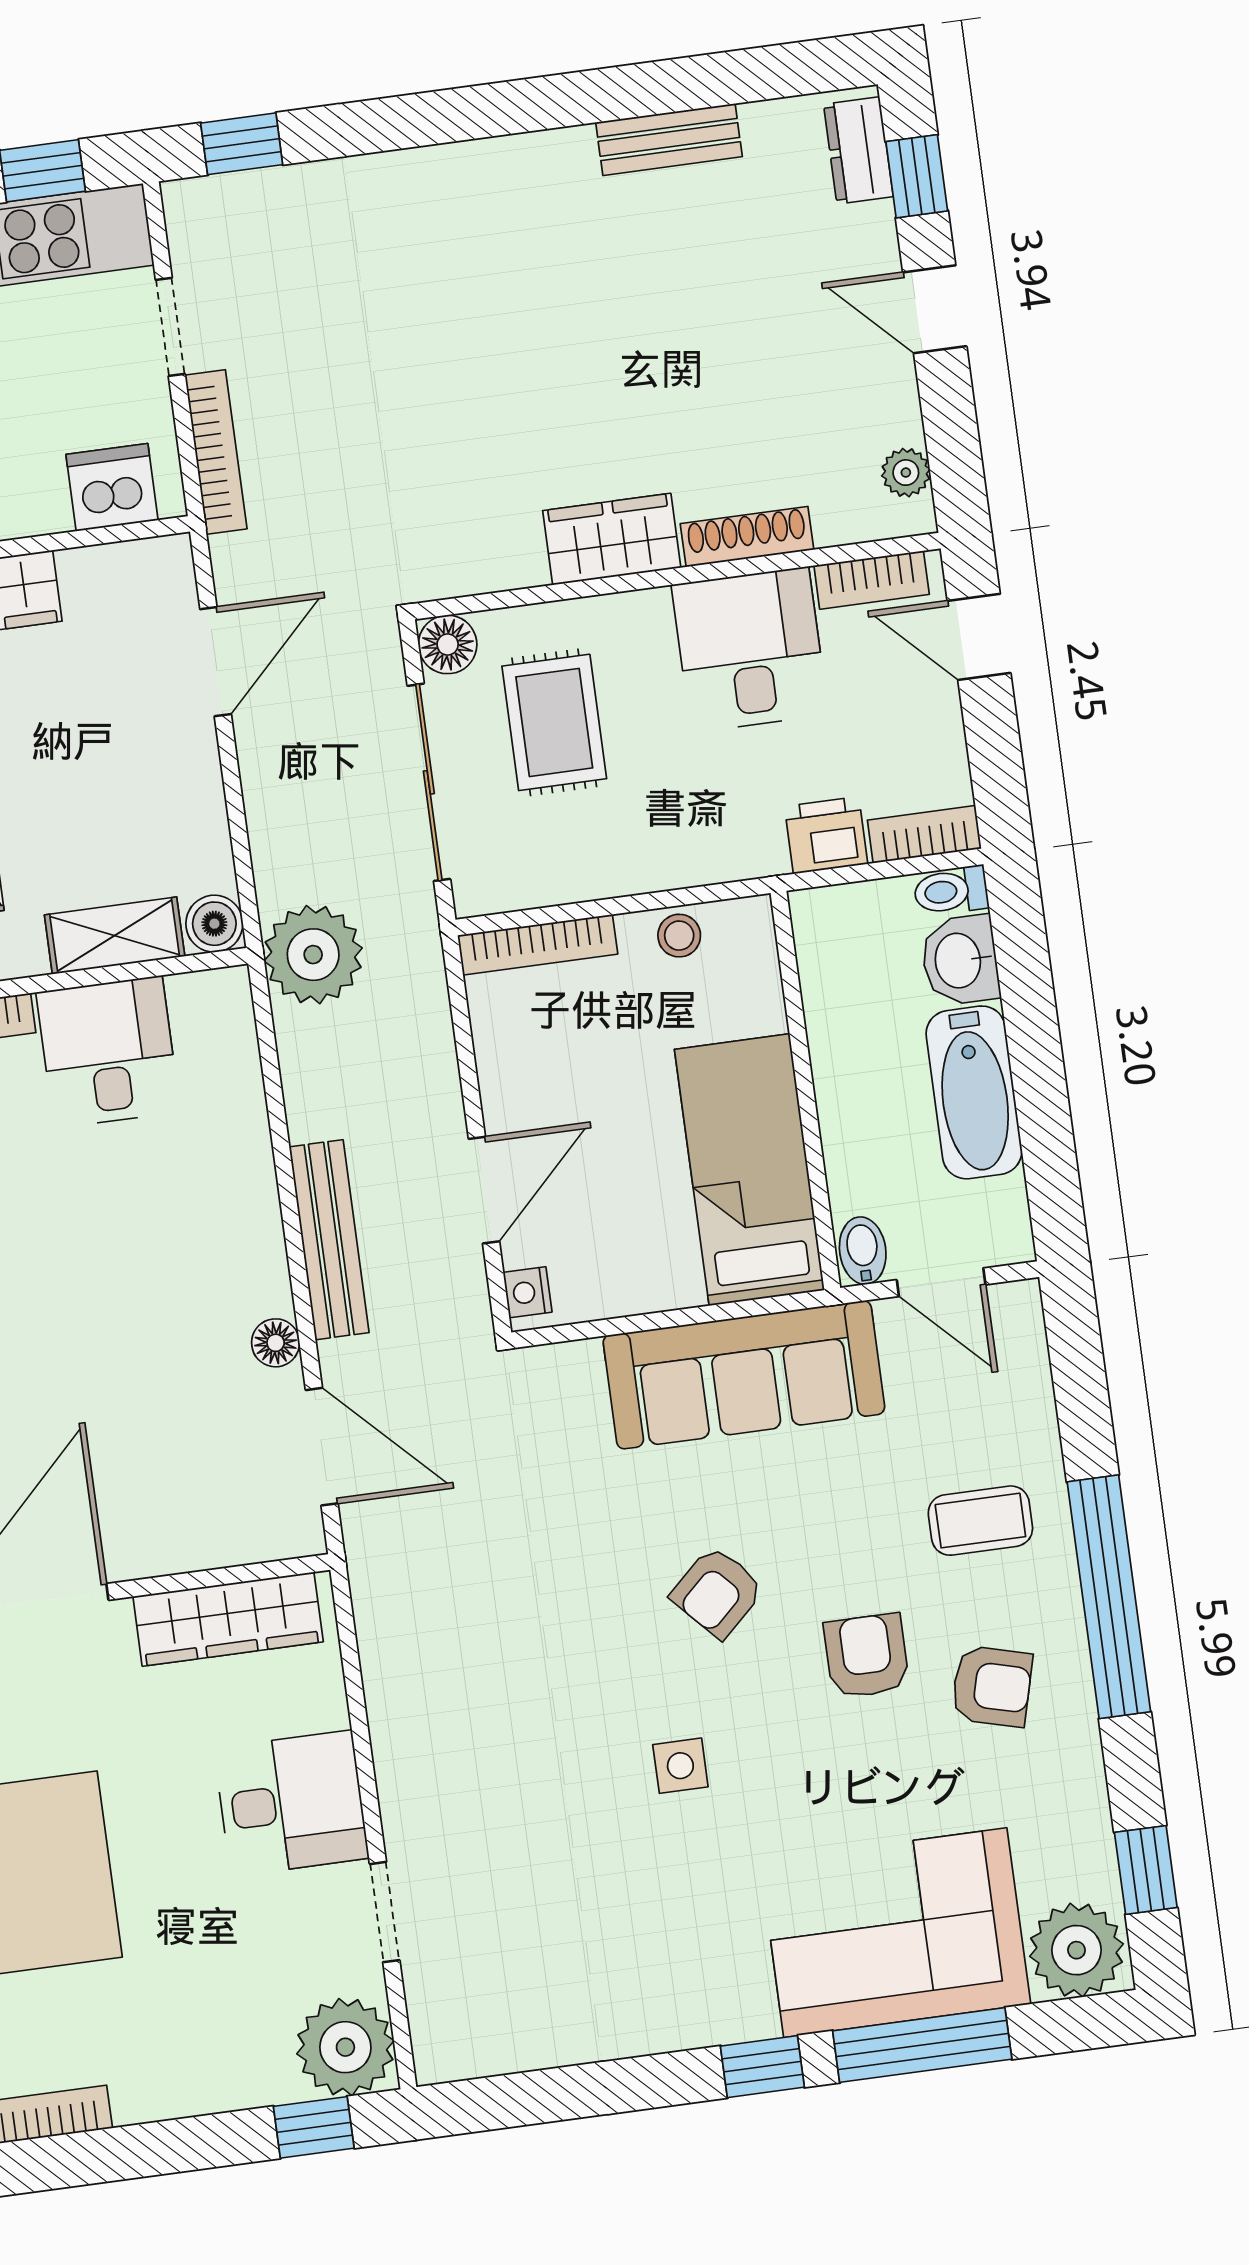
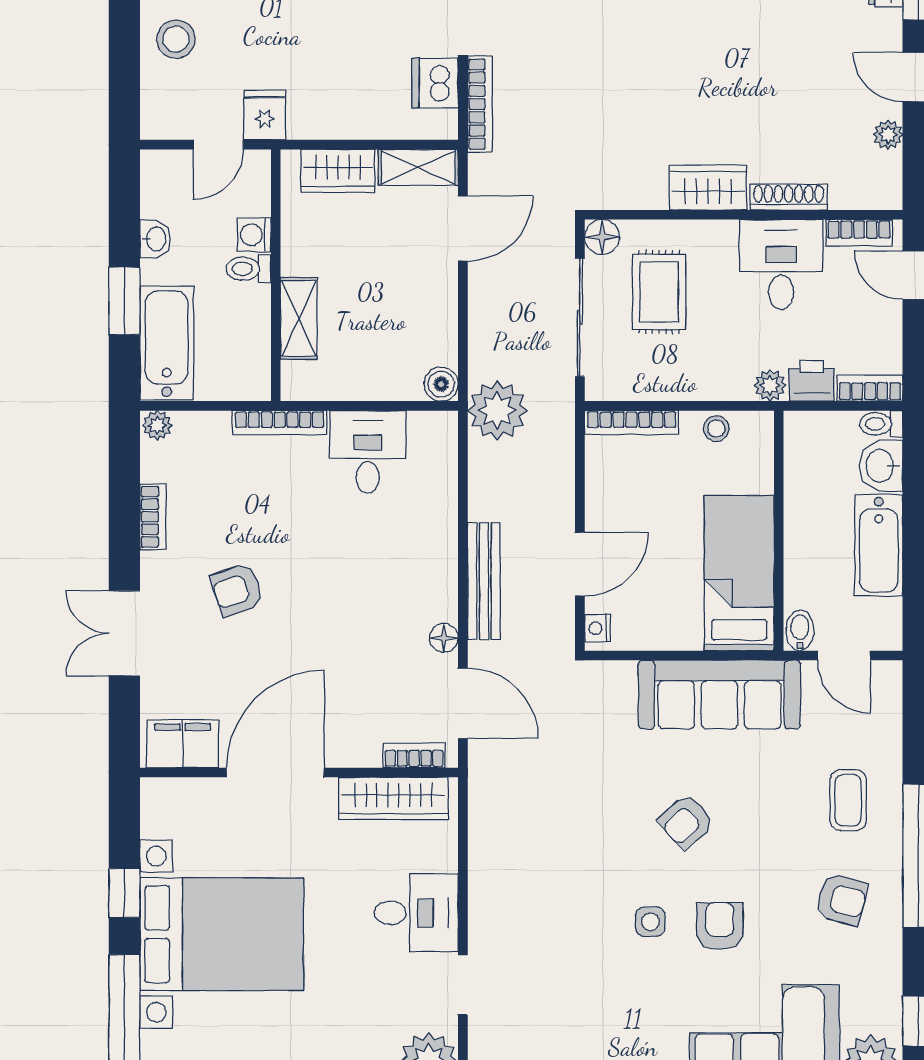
plant: (906, 473) -> (888, 135), moved
dishwasher: (112, 487) -> (435, 83), moved, turned -90
plant: (758, 852) -> (770, 385), added
shelving: (115, 936) -> (418, 167), moved
coffee table: (980, 1521) -> (848, 800), turned 90
bookcase: (253, 1544) -> (414, 755), added
armchair: (866, 1656) -> (720, 926), moved

